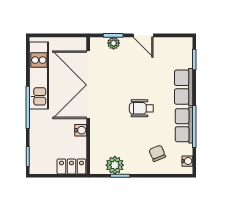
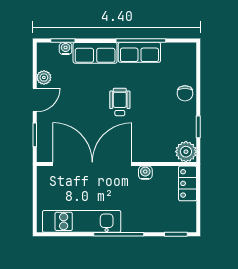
plant: (114, 43) -> (44, 77), moved
double door: (88, 85) -> (92, 164), swing flipped
wheelchair: (141, 108) -> (120, 102), turned 180
chair: (157, 153) -> (185, 93), moved, turned -68
water cooler: (187, 161) -> (66, 48), moved
plant: (115, 165) -> (186, 152), moved

